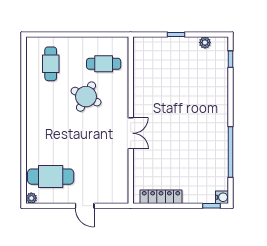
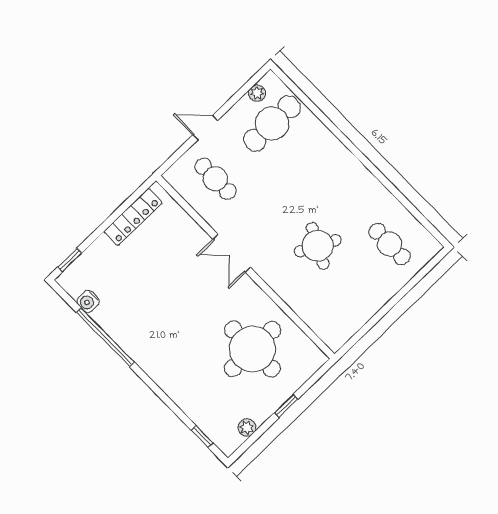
cafe table: (104, 64) -> (215, 179), moved, turned 90
round table: (166, 78) -> (252, 349), added
water cooler: (222, 197) -> (88, 301), moved
plant: (31, 198) -> (257, 93), moved

